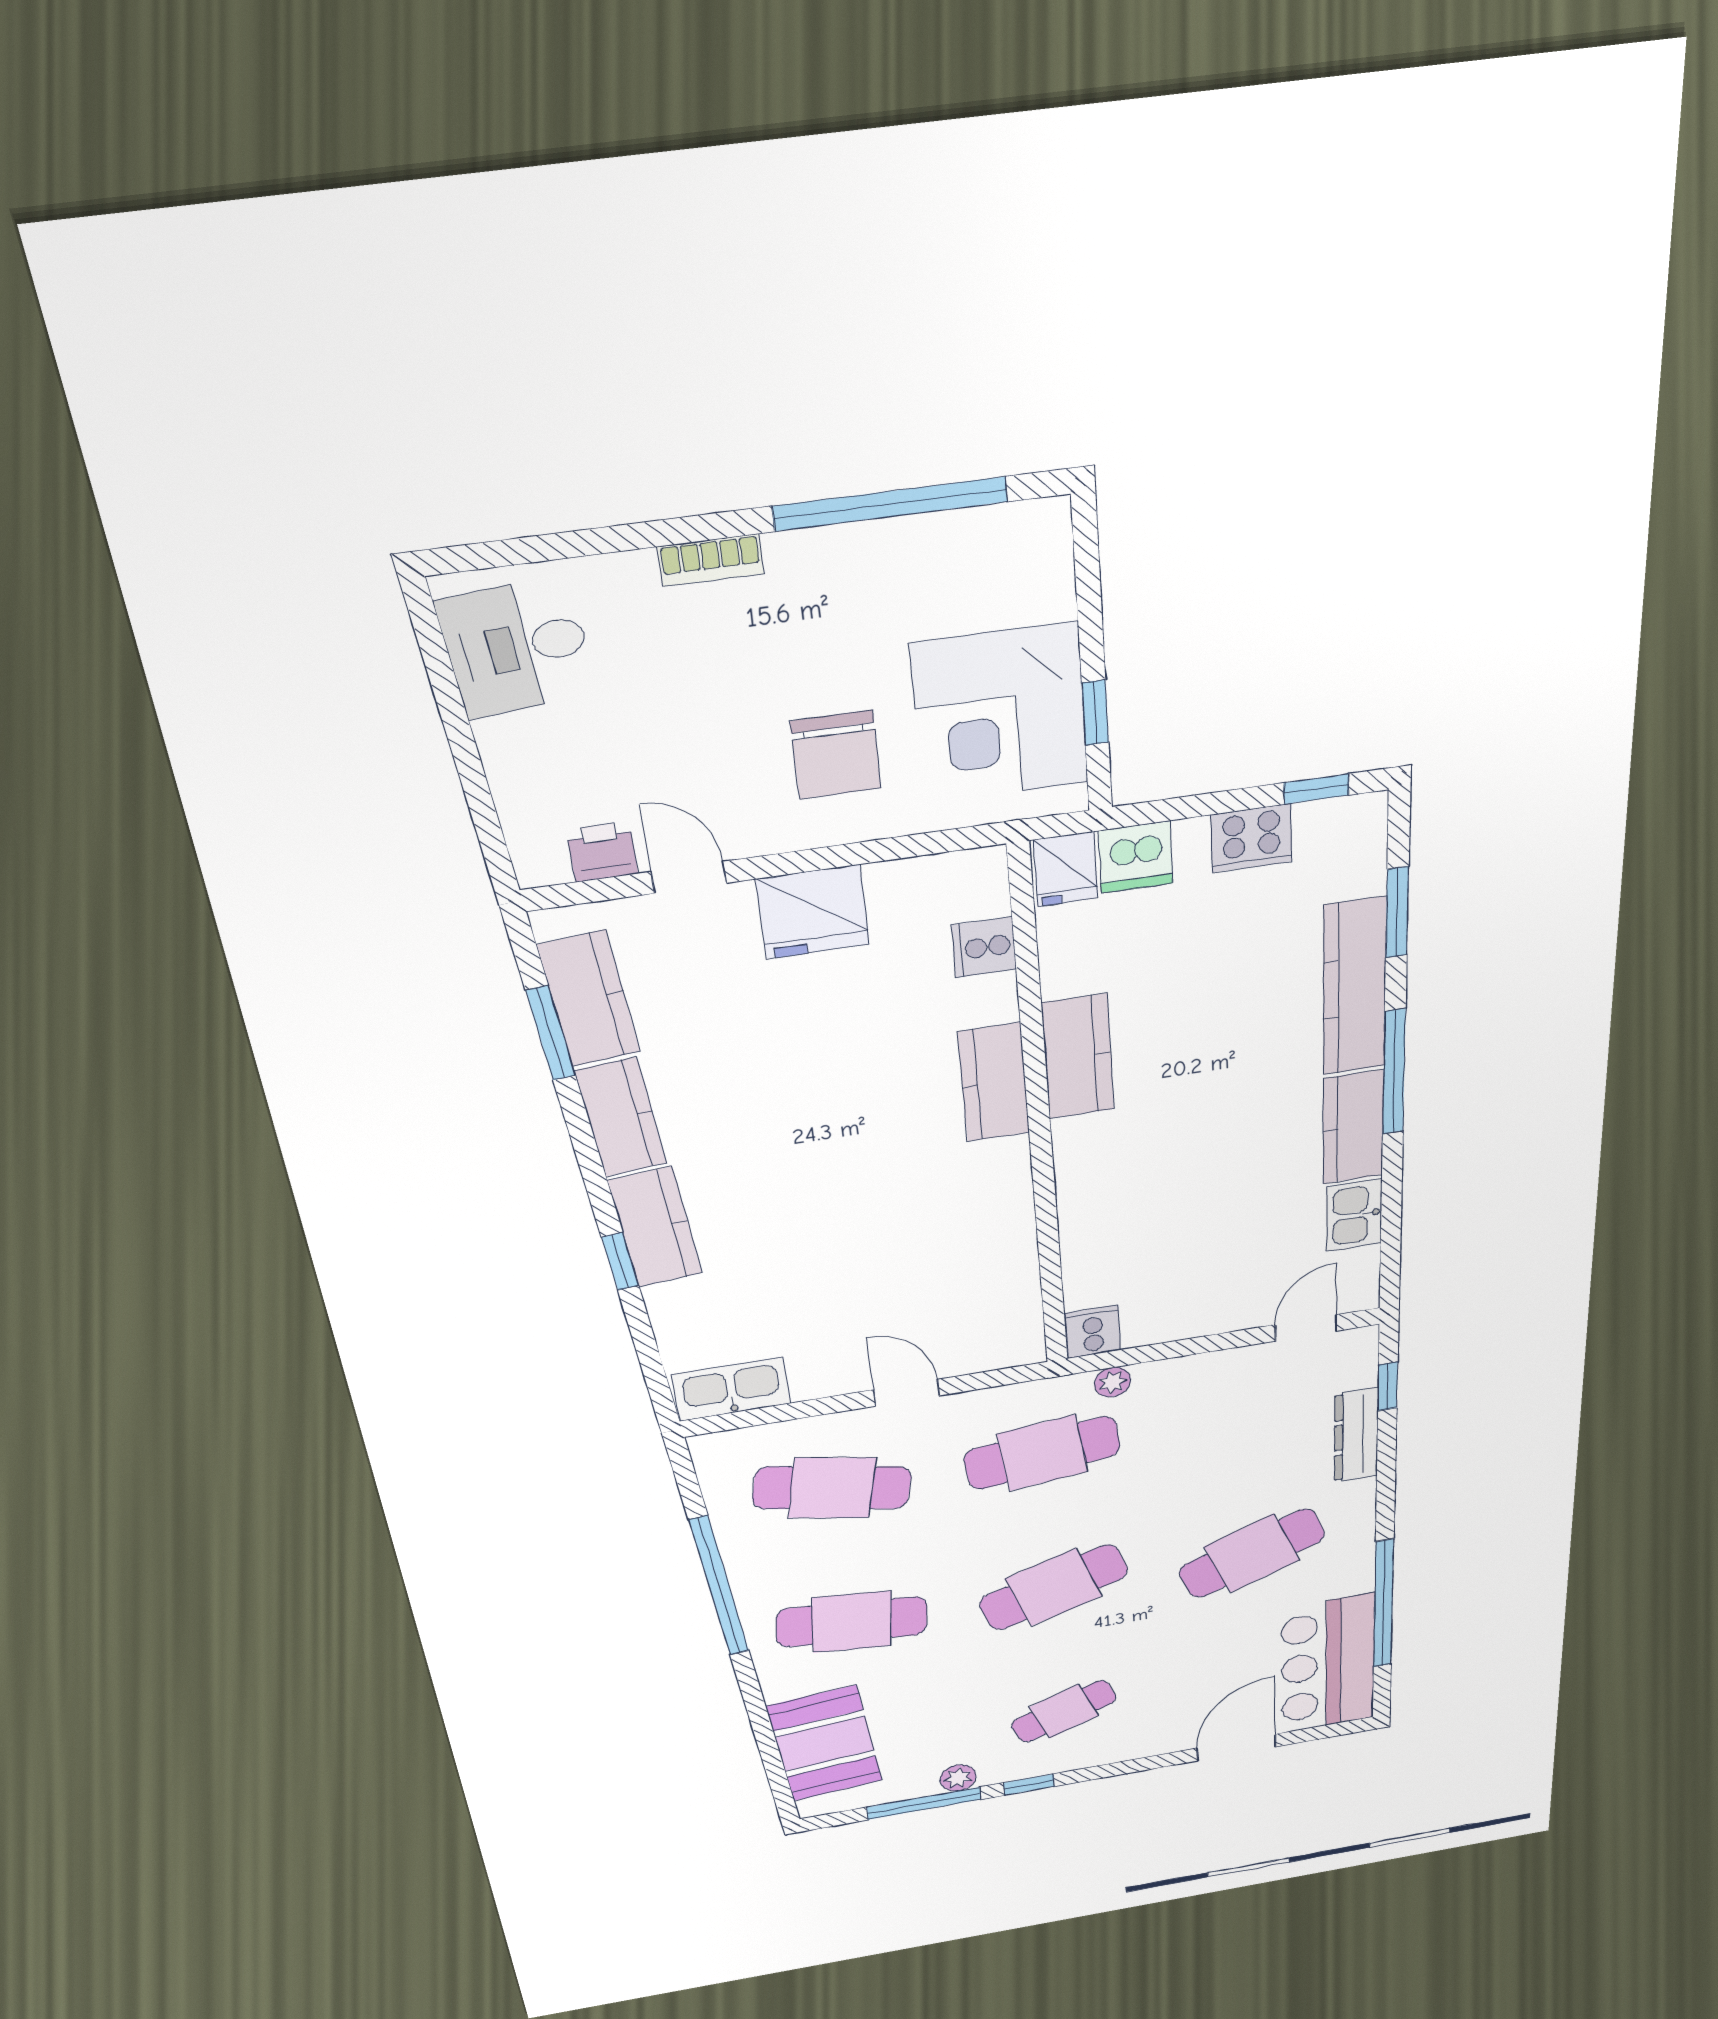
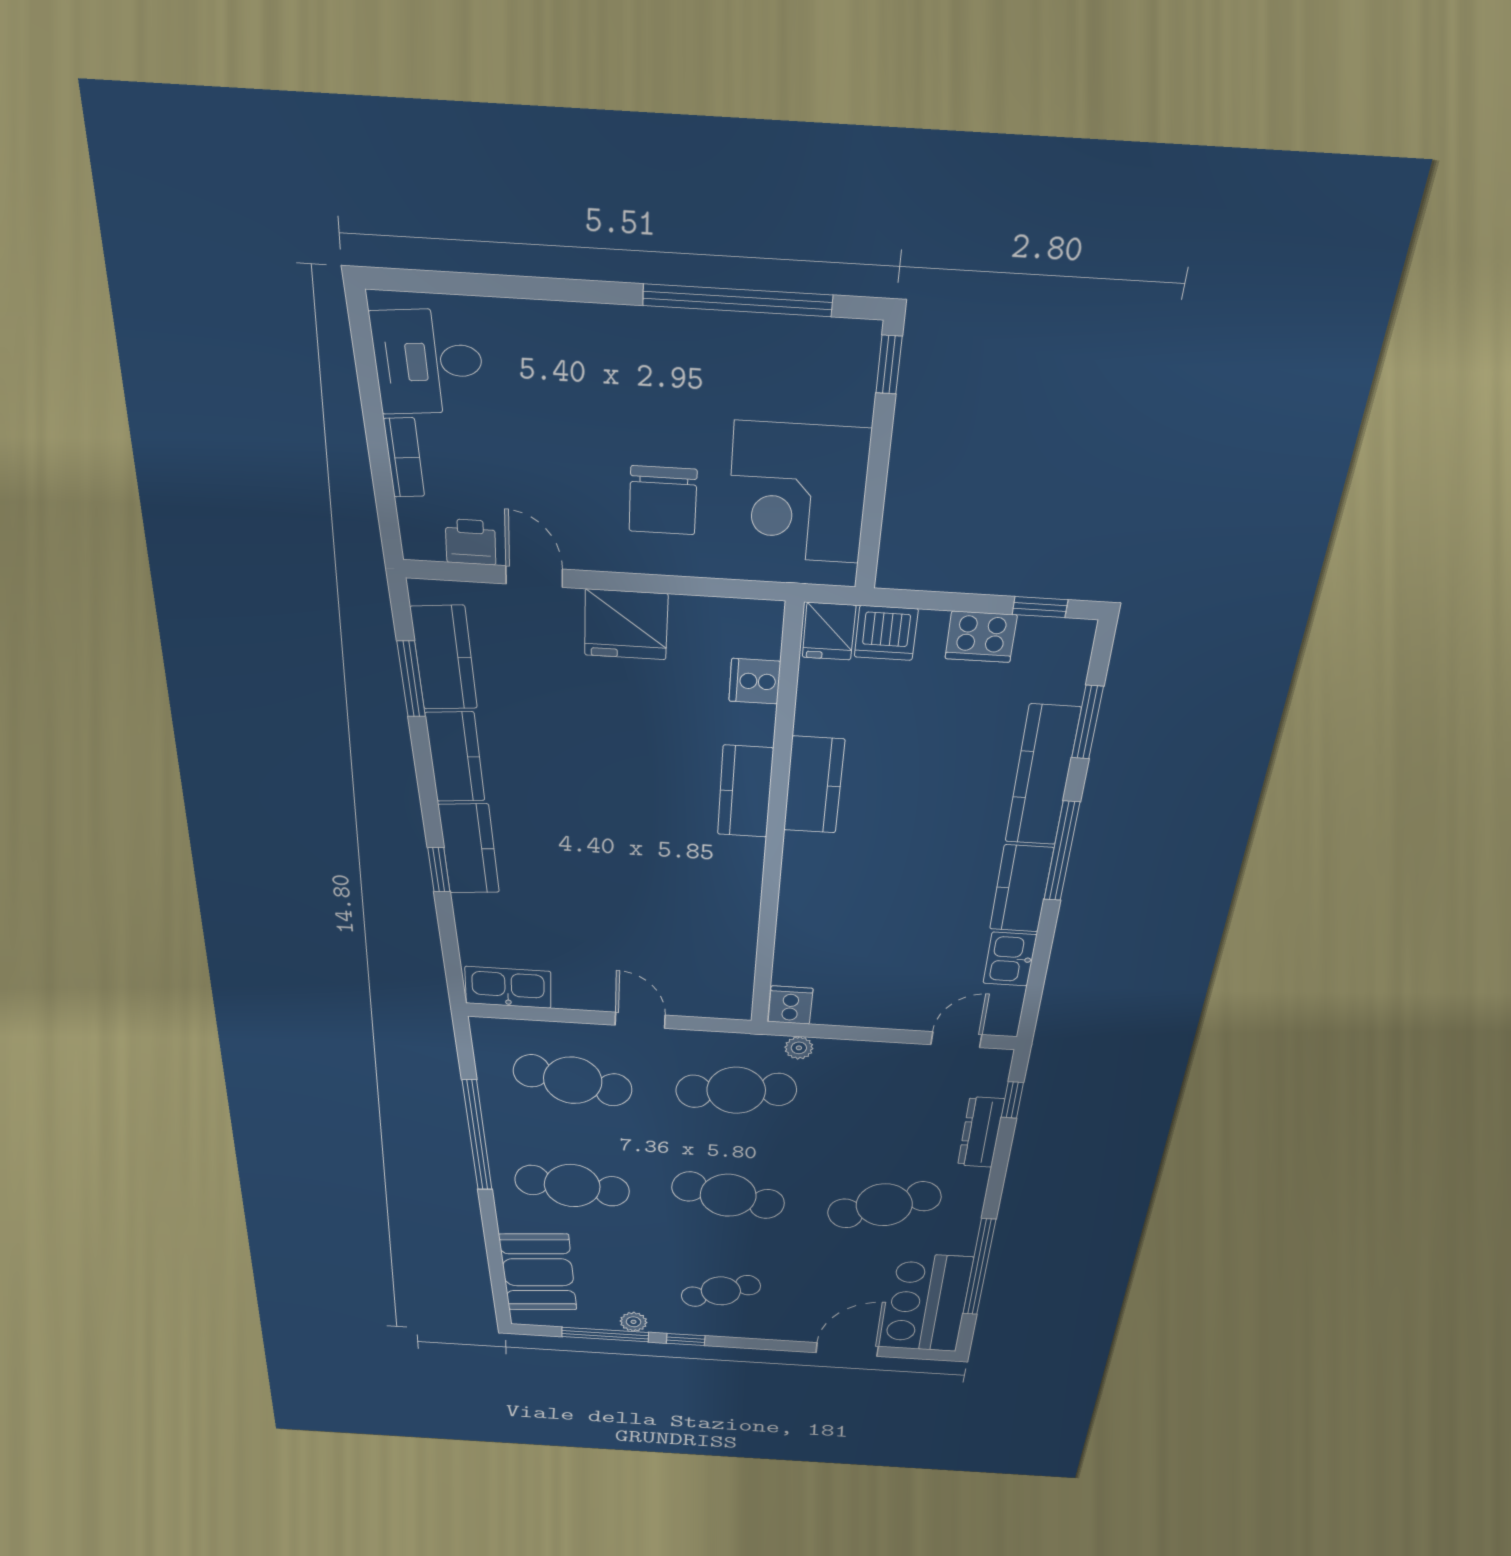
bookcase: (711, 560) -> (404, 458), moved, turned -95
window: (1095, 713) -> (889, 365), moved
cafe table: (1054, 1587) -> (728, 1195), turned 30

